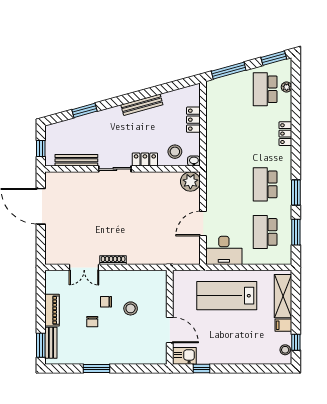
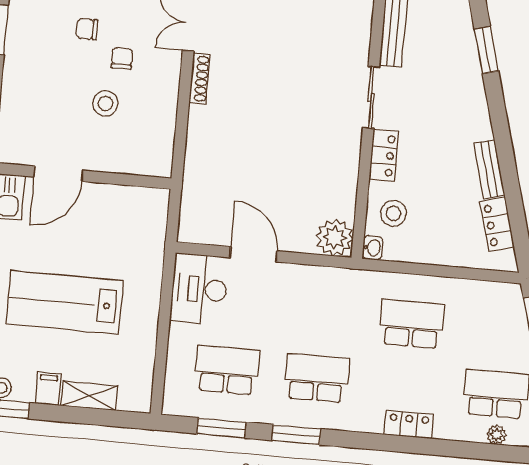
bench: (142, 105) -> (489, 169), width x0.73
locker: (193, 120) -> (497, 224), moved, turned -105
school desk: (232, 137) -> (412, 324), added
lab bench: (227, 296) -> (65, 302), moved, turned -90
shelving: (283, 296) -> (89, 396), width x0.67, depth x0.75

